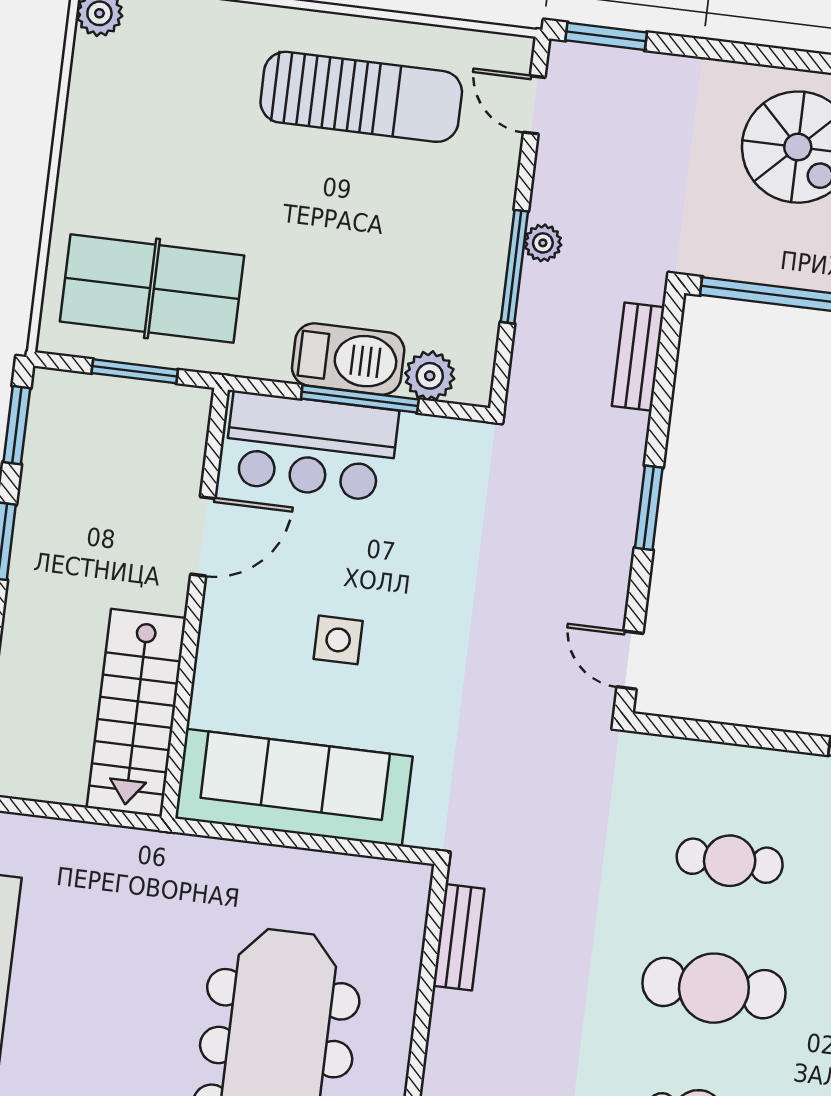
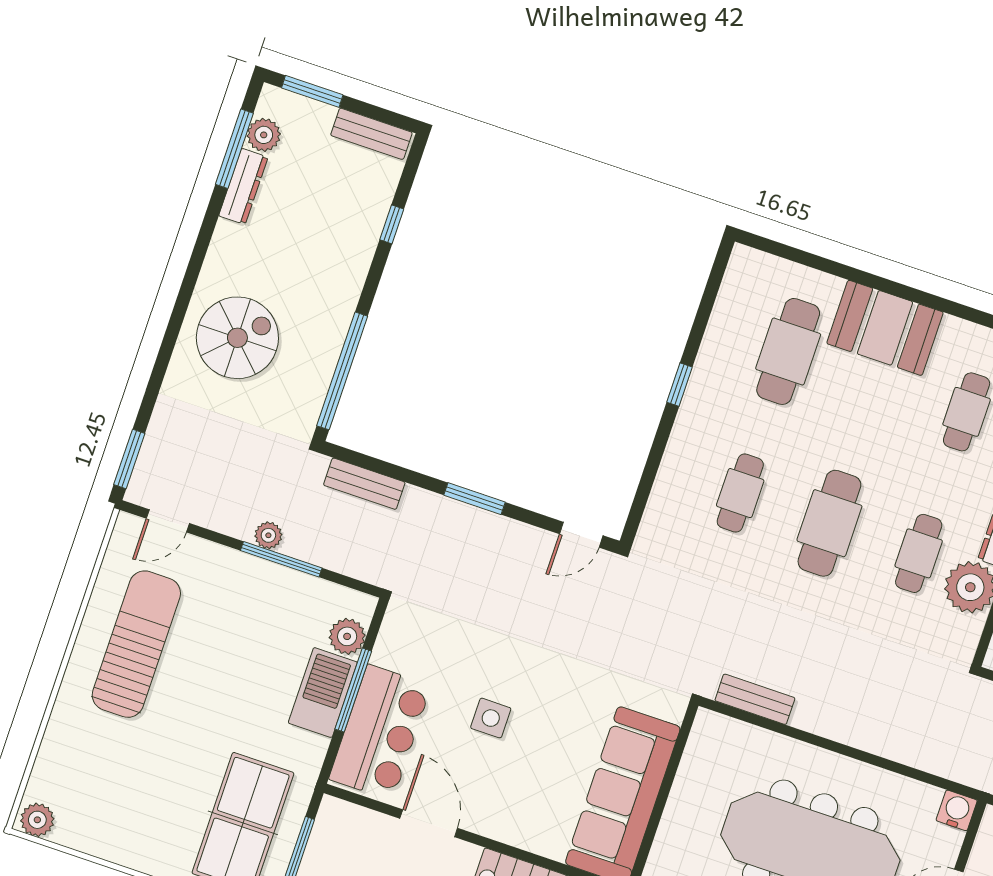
side table: (338, 640) -> (491, 718), moved

